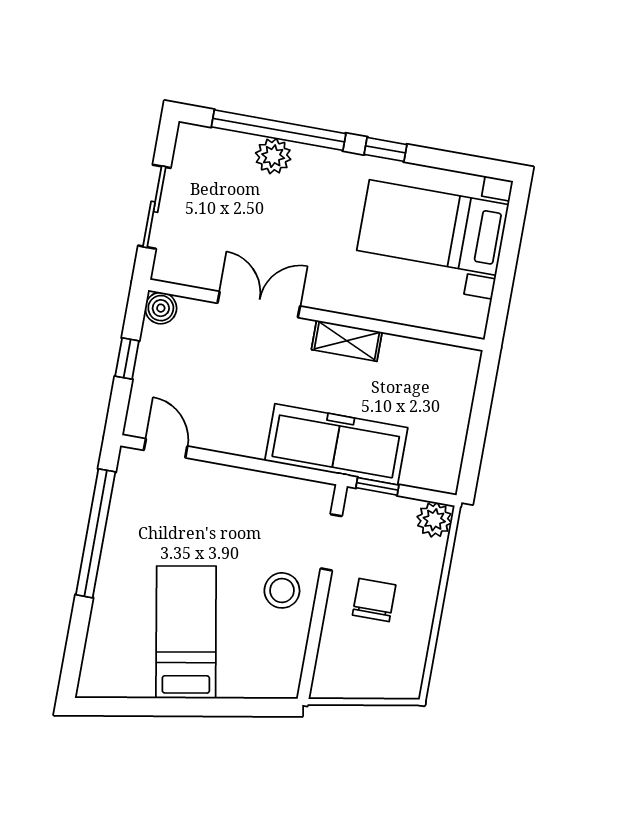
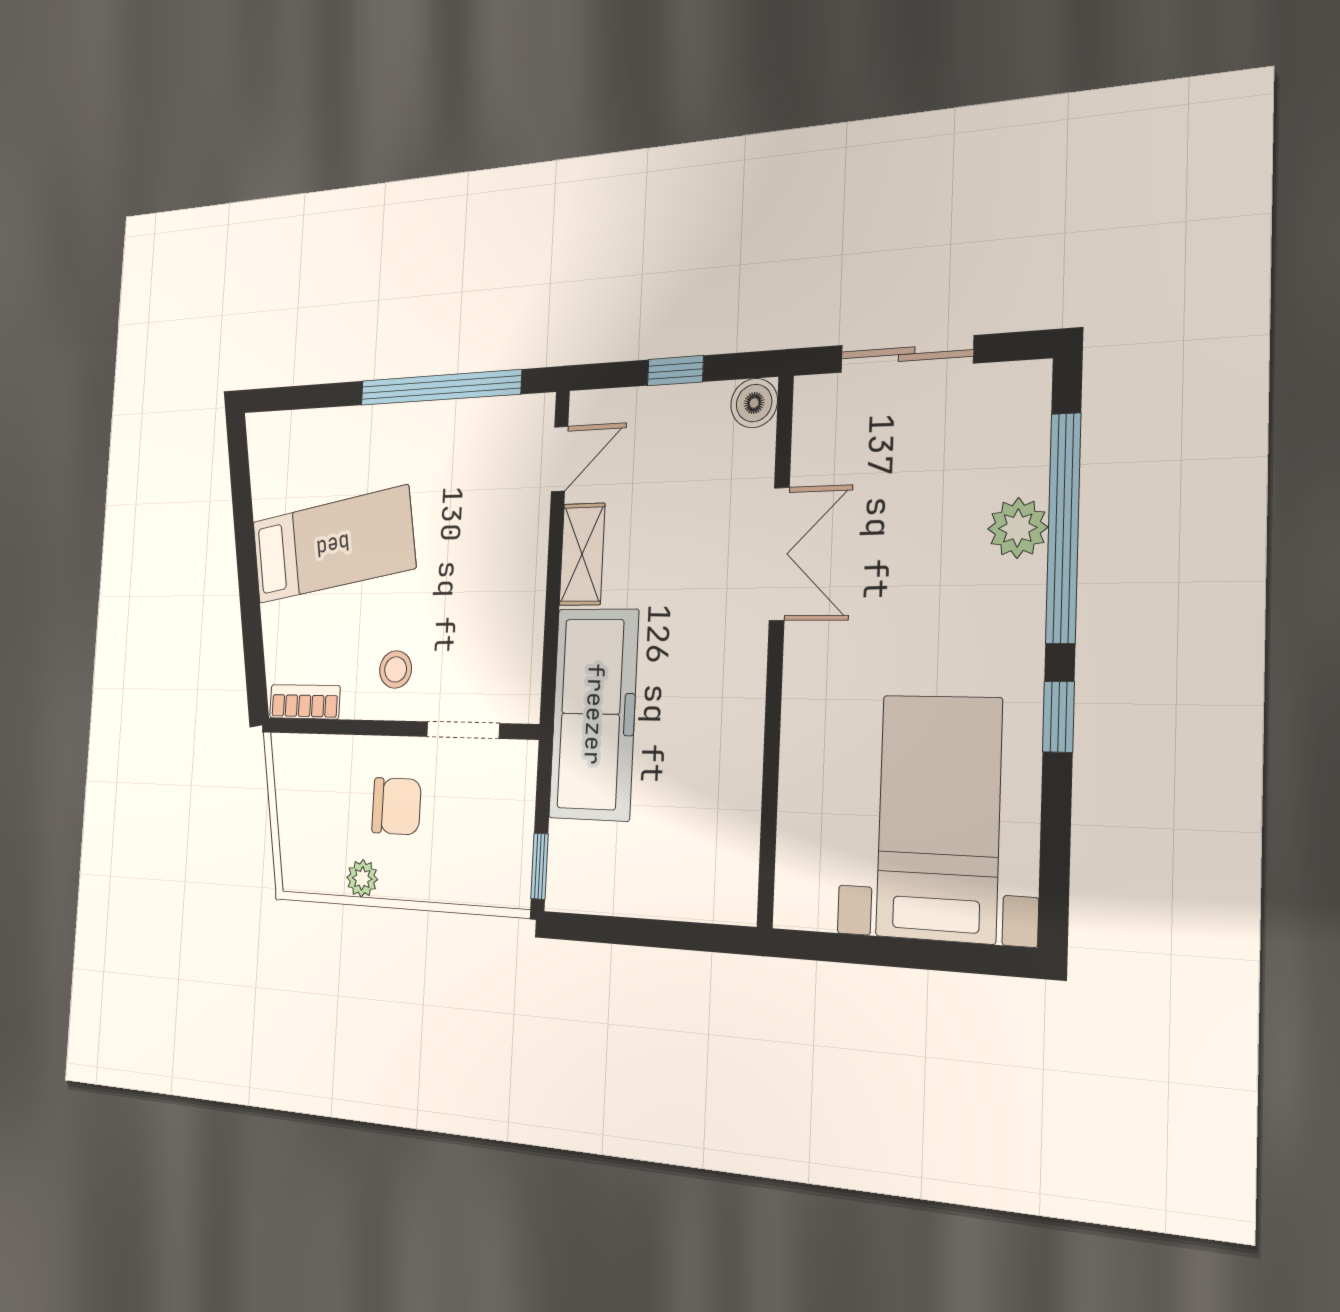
shelving: (347, 341) -> (582, 554), moved
window: (377, 486) -> (540, 866), moved
plant: (434, 520) -> (362, 878), moved, width x0.73, depth x0.73
stool: (282, 590) -> (396, 669), width x0.73, depth x0.73
bookcase: (292, 667) -> (305, 702), added

